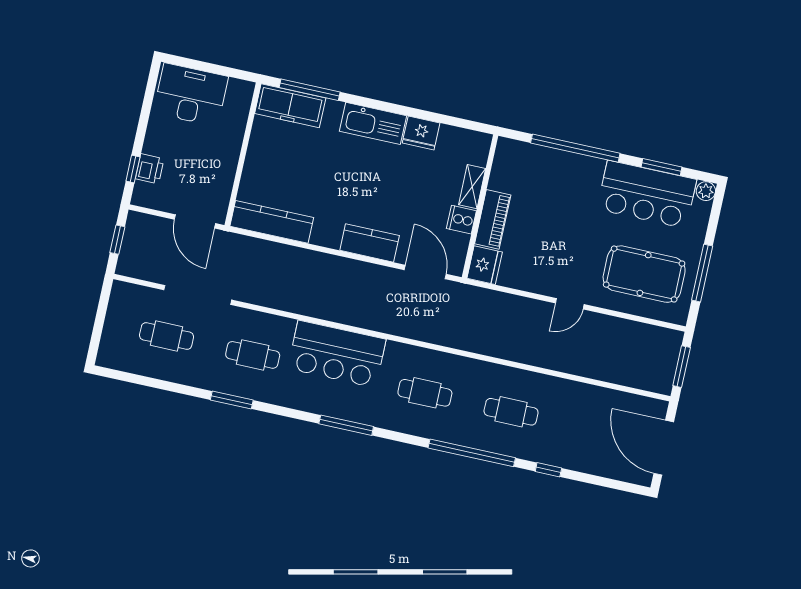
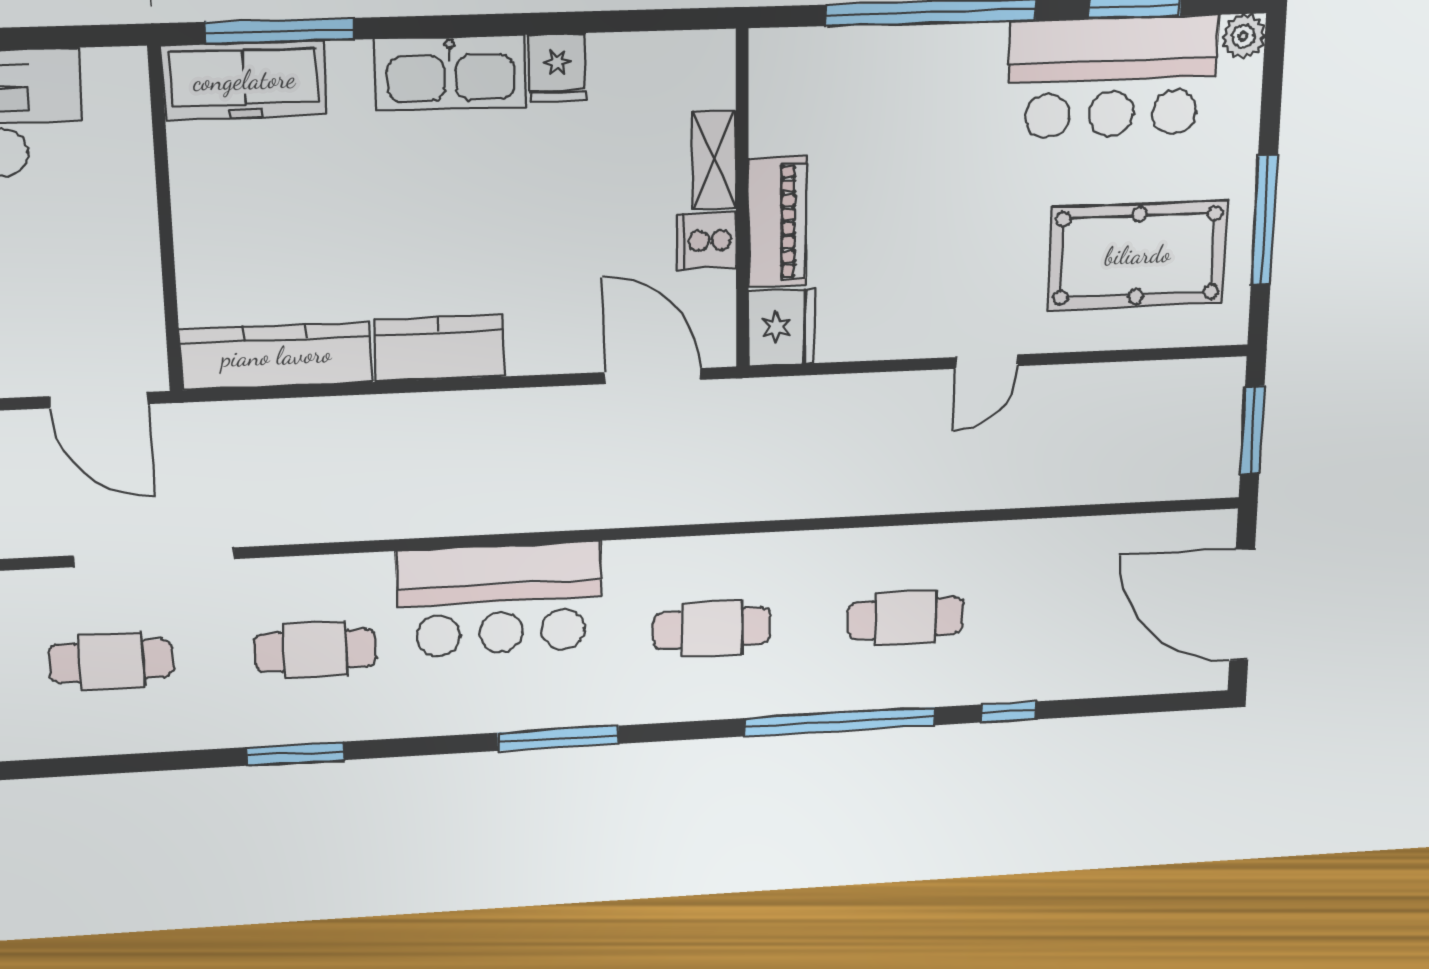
fridge: (421, 133) -> (557, 67), width x0.72
kitchen counter: (370, 243) -> (439, 348), moved

